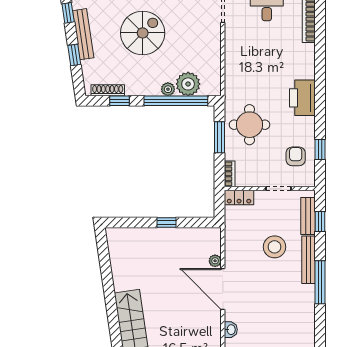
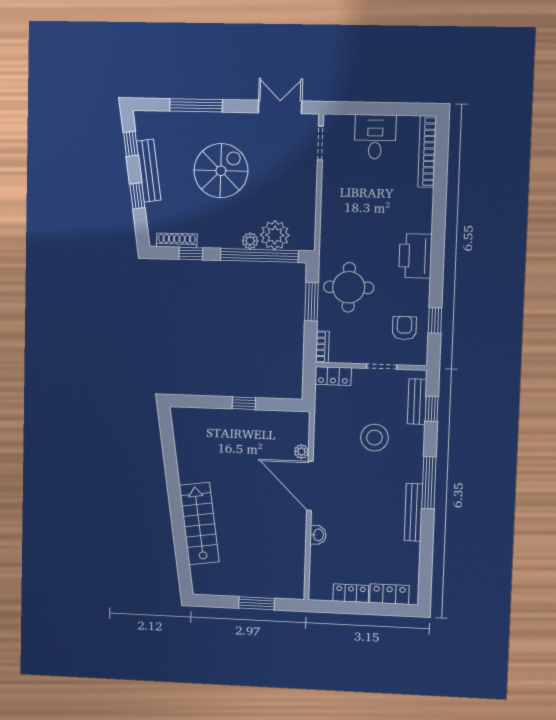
bench: (309, 260) -> (414, 512), moved

